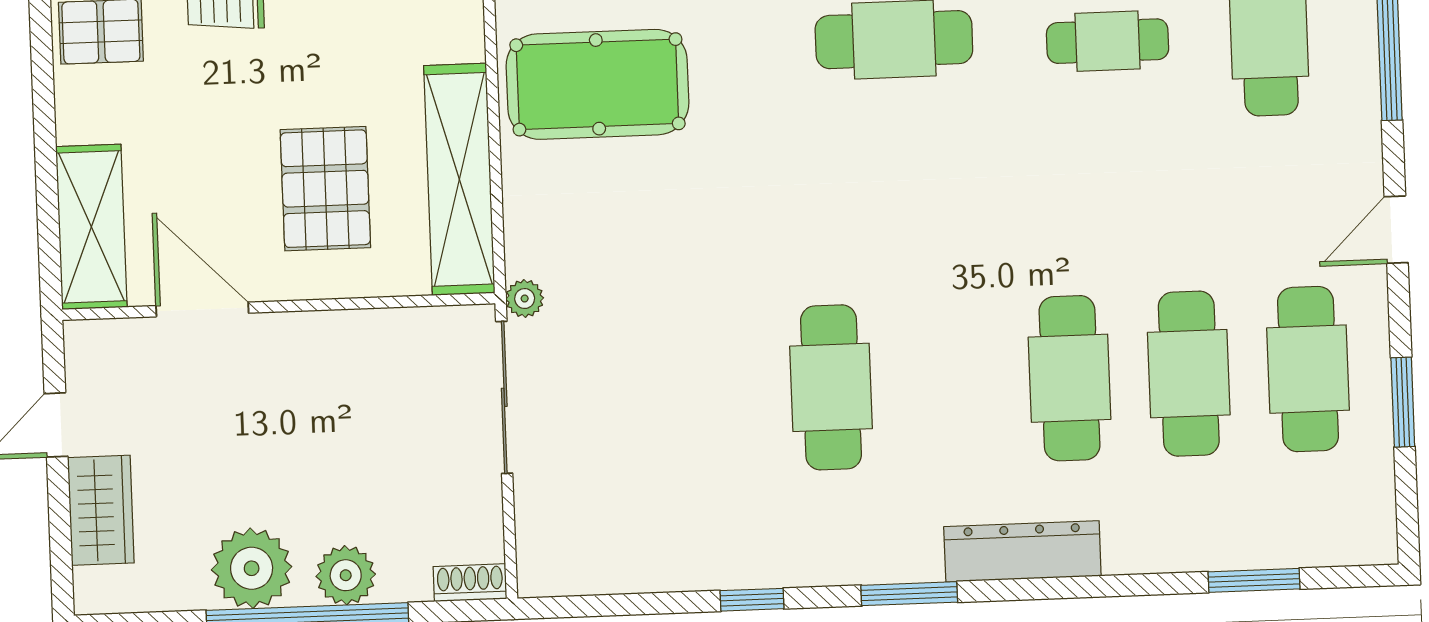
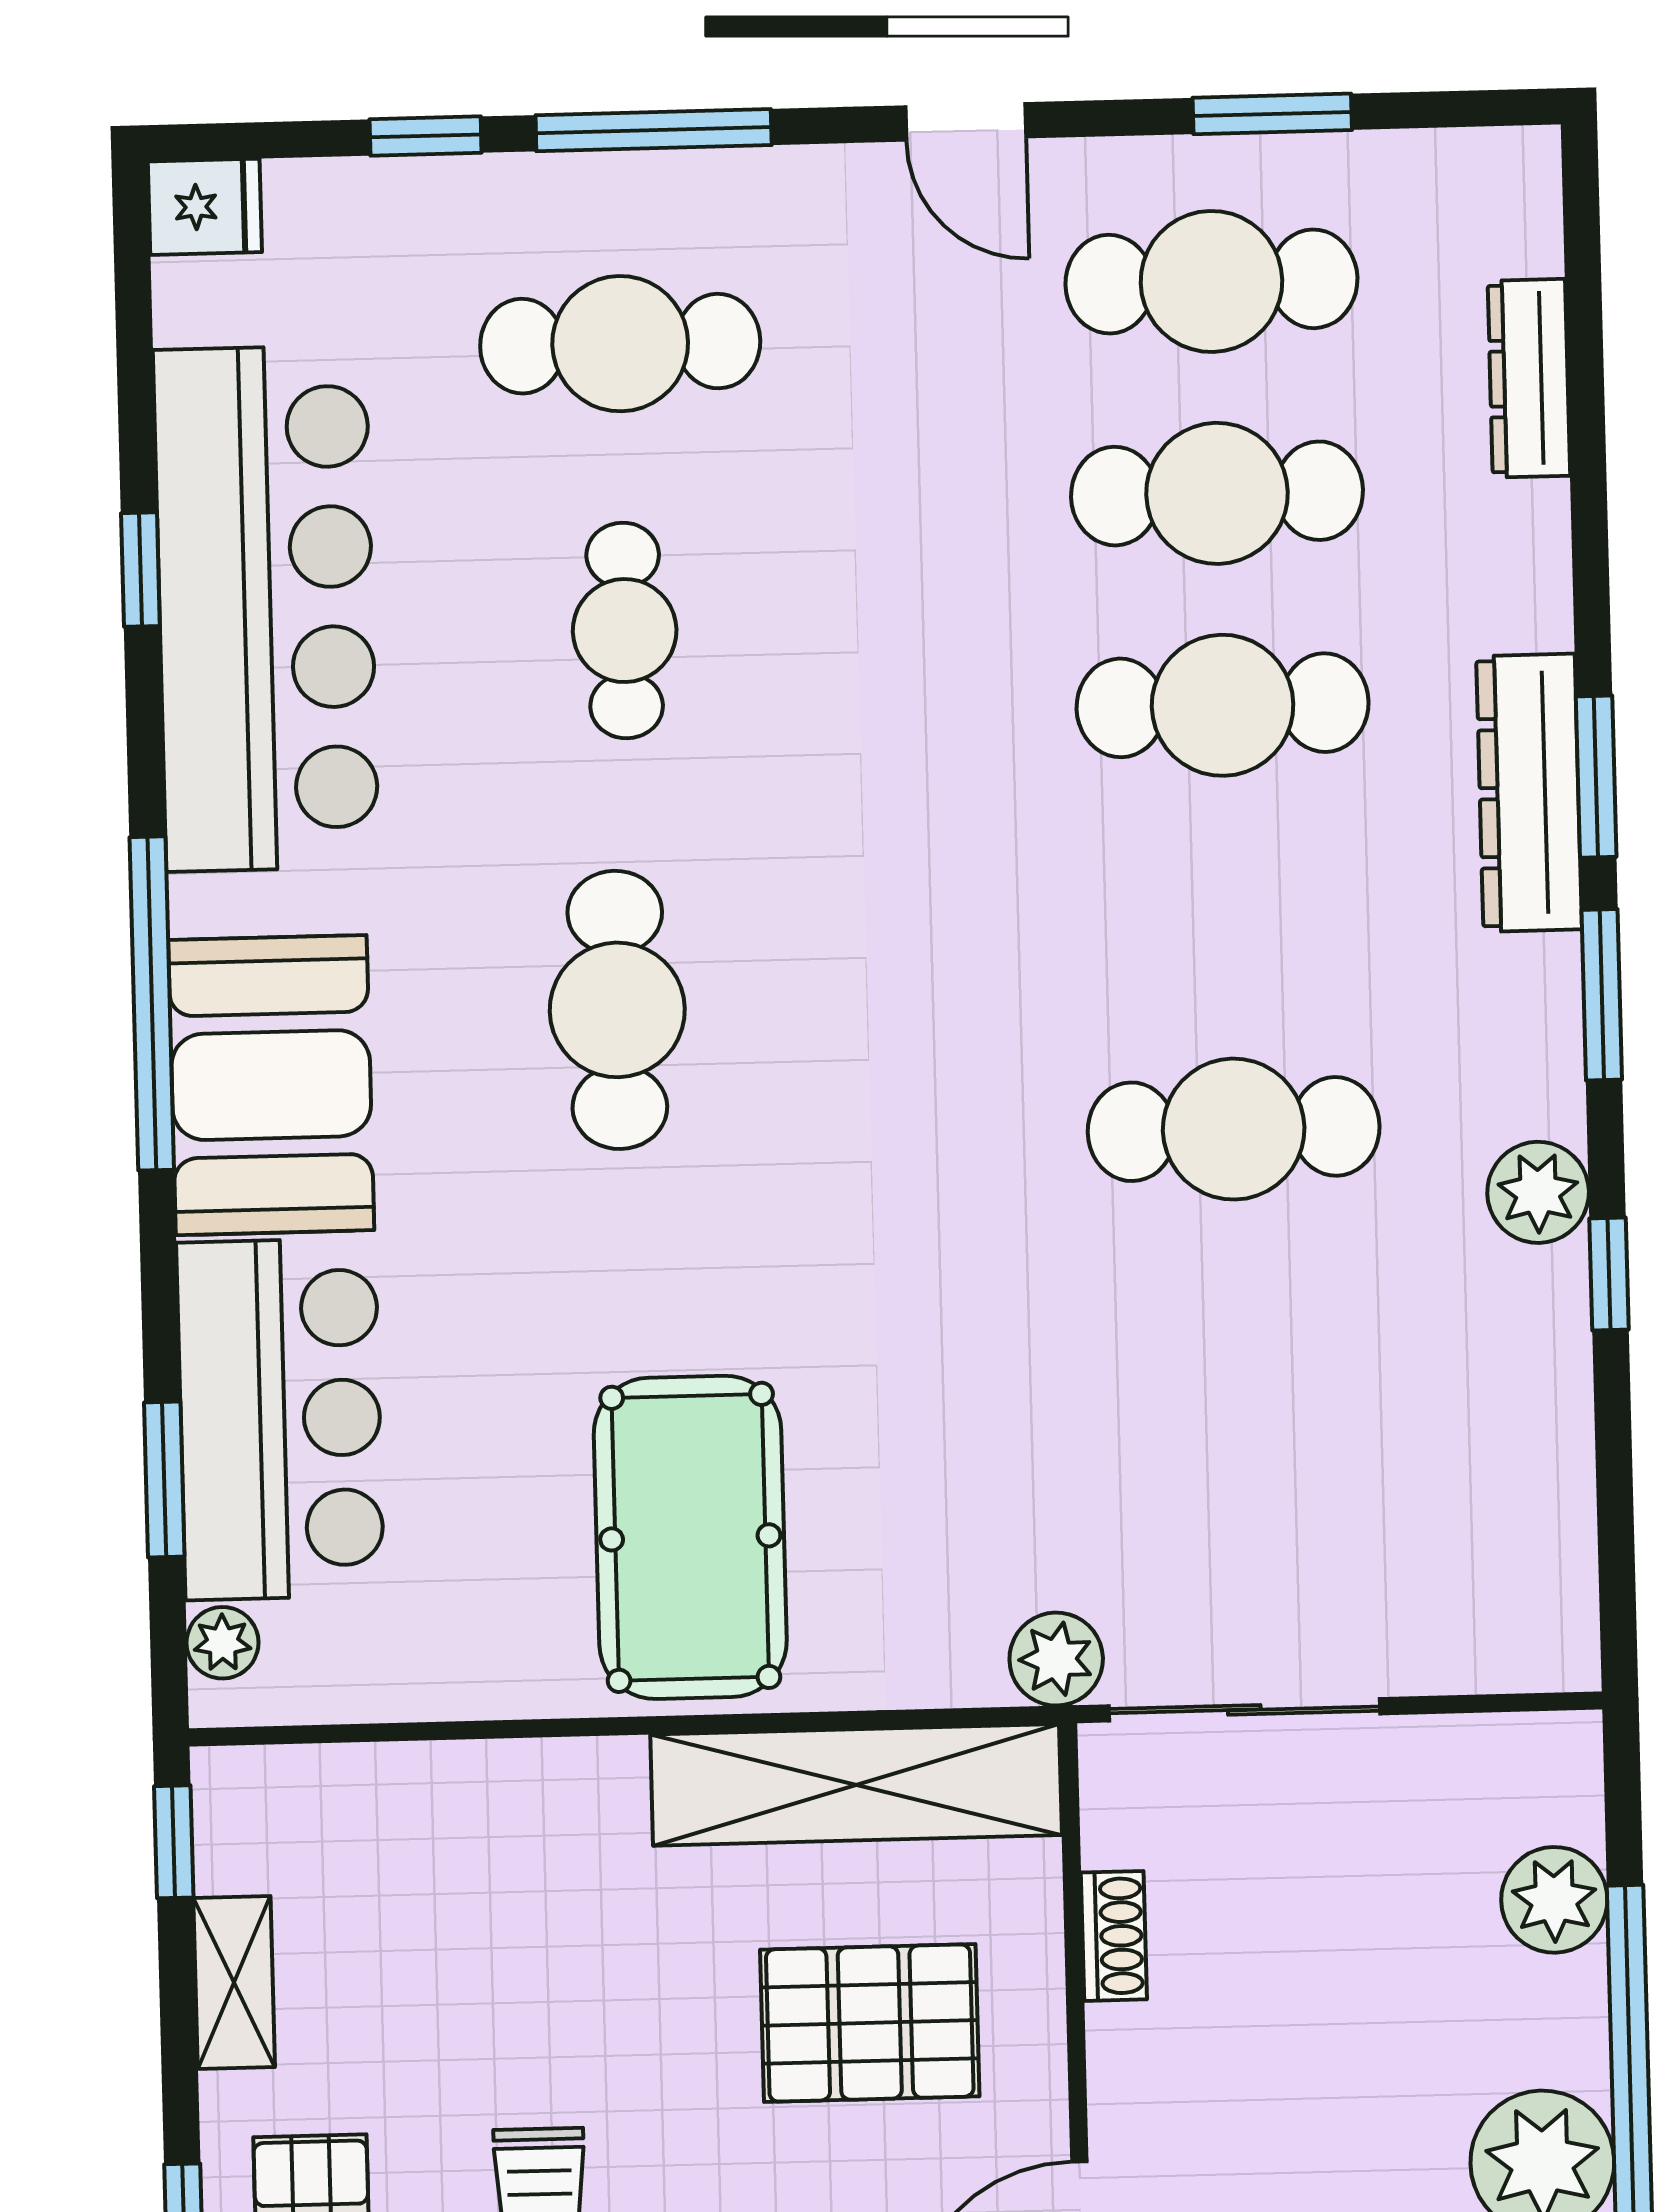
plant: (525, 299) -> (1056, 1659), width x1.38, depth x1.38
dresser: (1256, 548) -> (1529, 378), added
plant: (798, 559) -> (1538, 1192), added
plant: (346, 575) -> (1554, 1900), moved
window: (1254, 580) -> (1596, 777), moved
shoe rack: (470, 583) -> (1114, 1936), moved, turned 180

